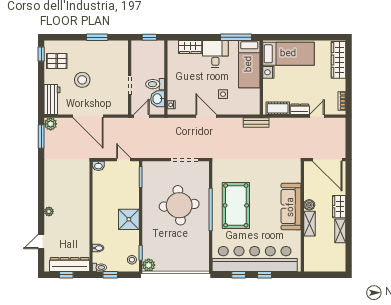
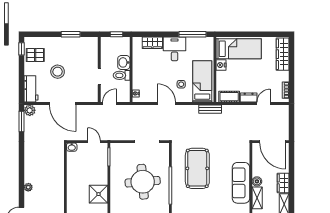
bed: (249, 64) -> (202, 81), moved, turned 180
washbasin: (158, 99) -> (124, 62), moved
pool table: (236, 205) -> (197, 168), moved

